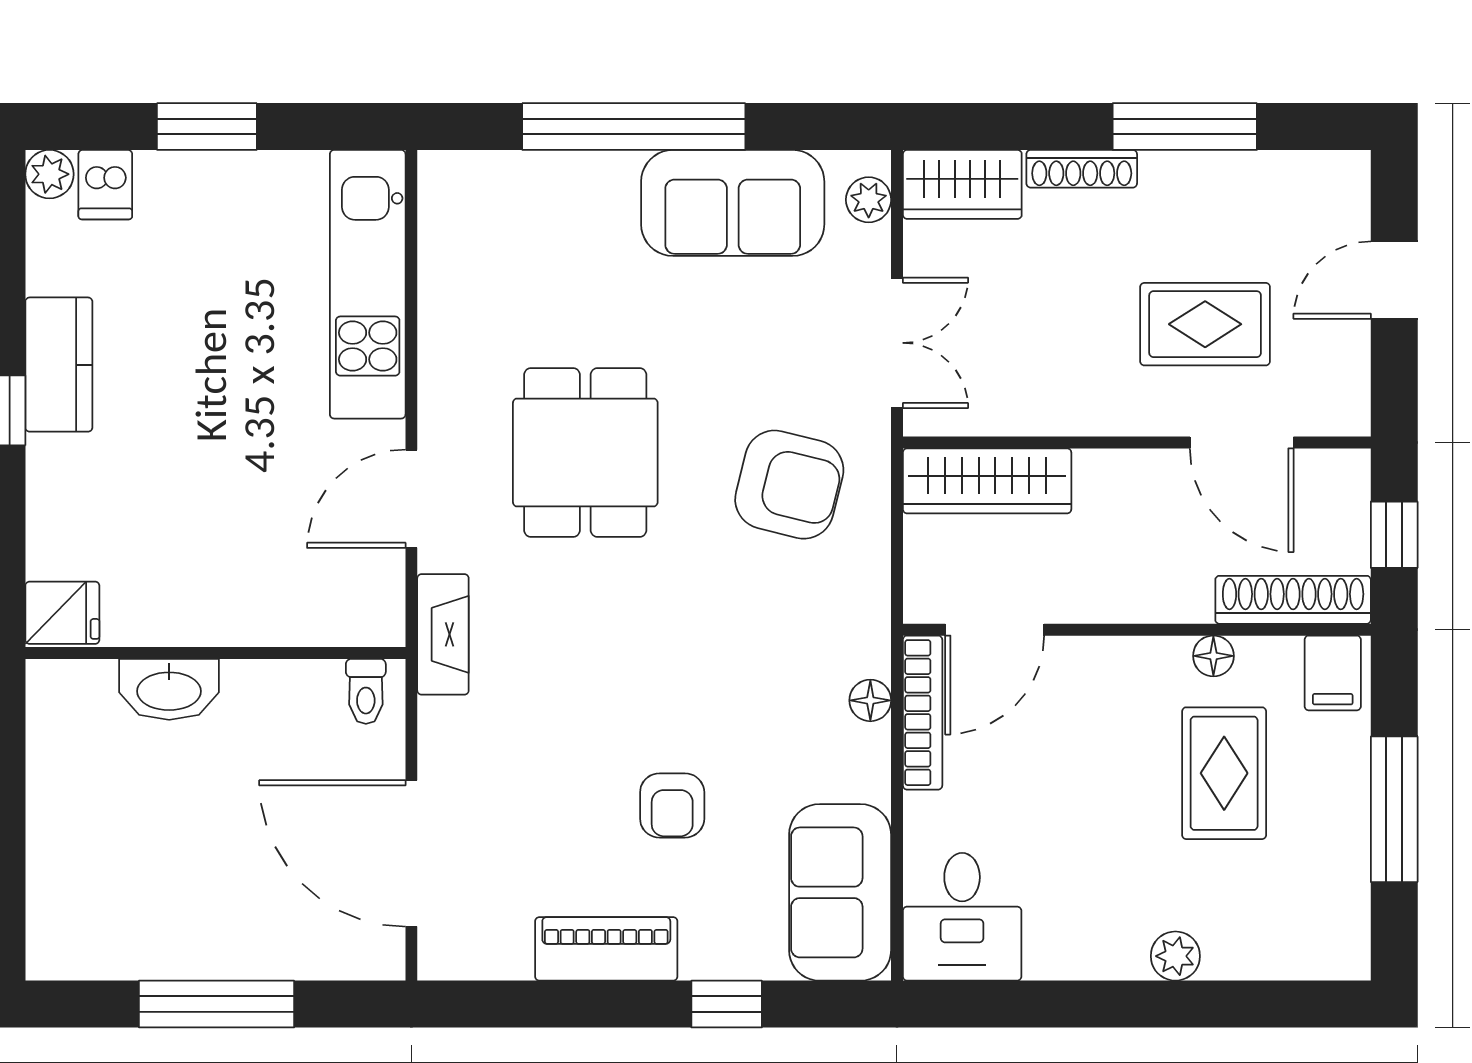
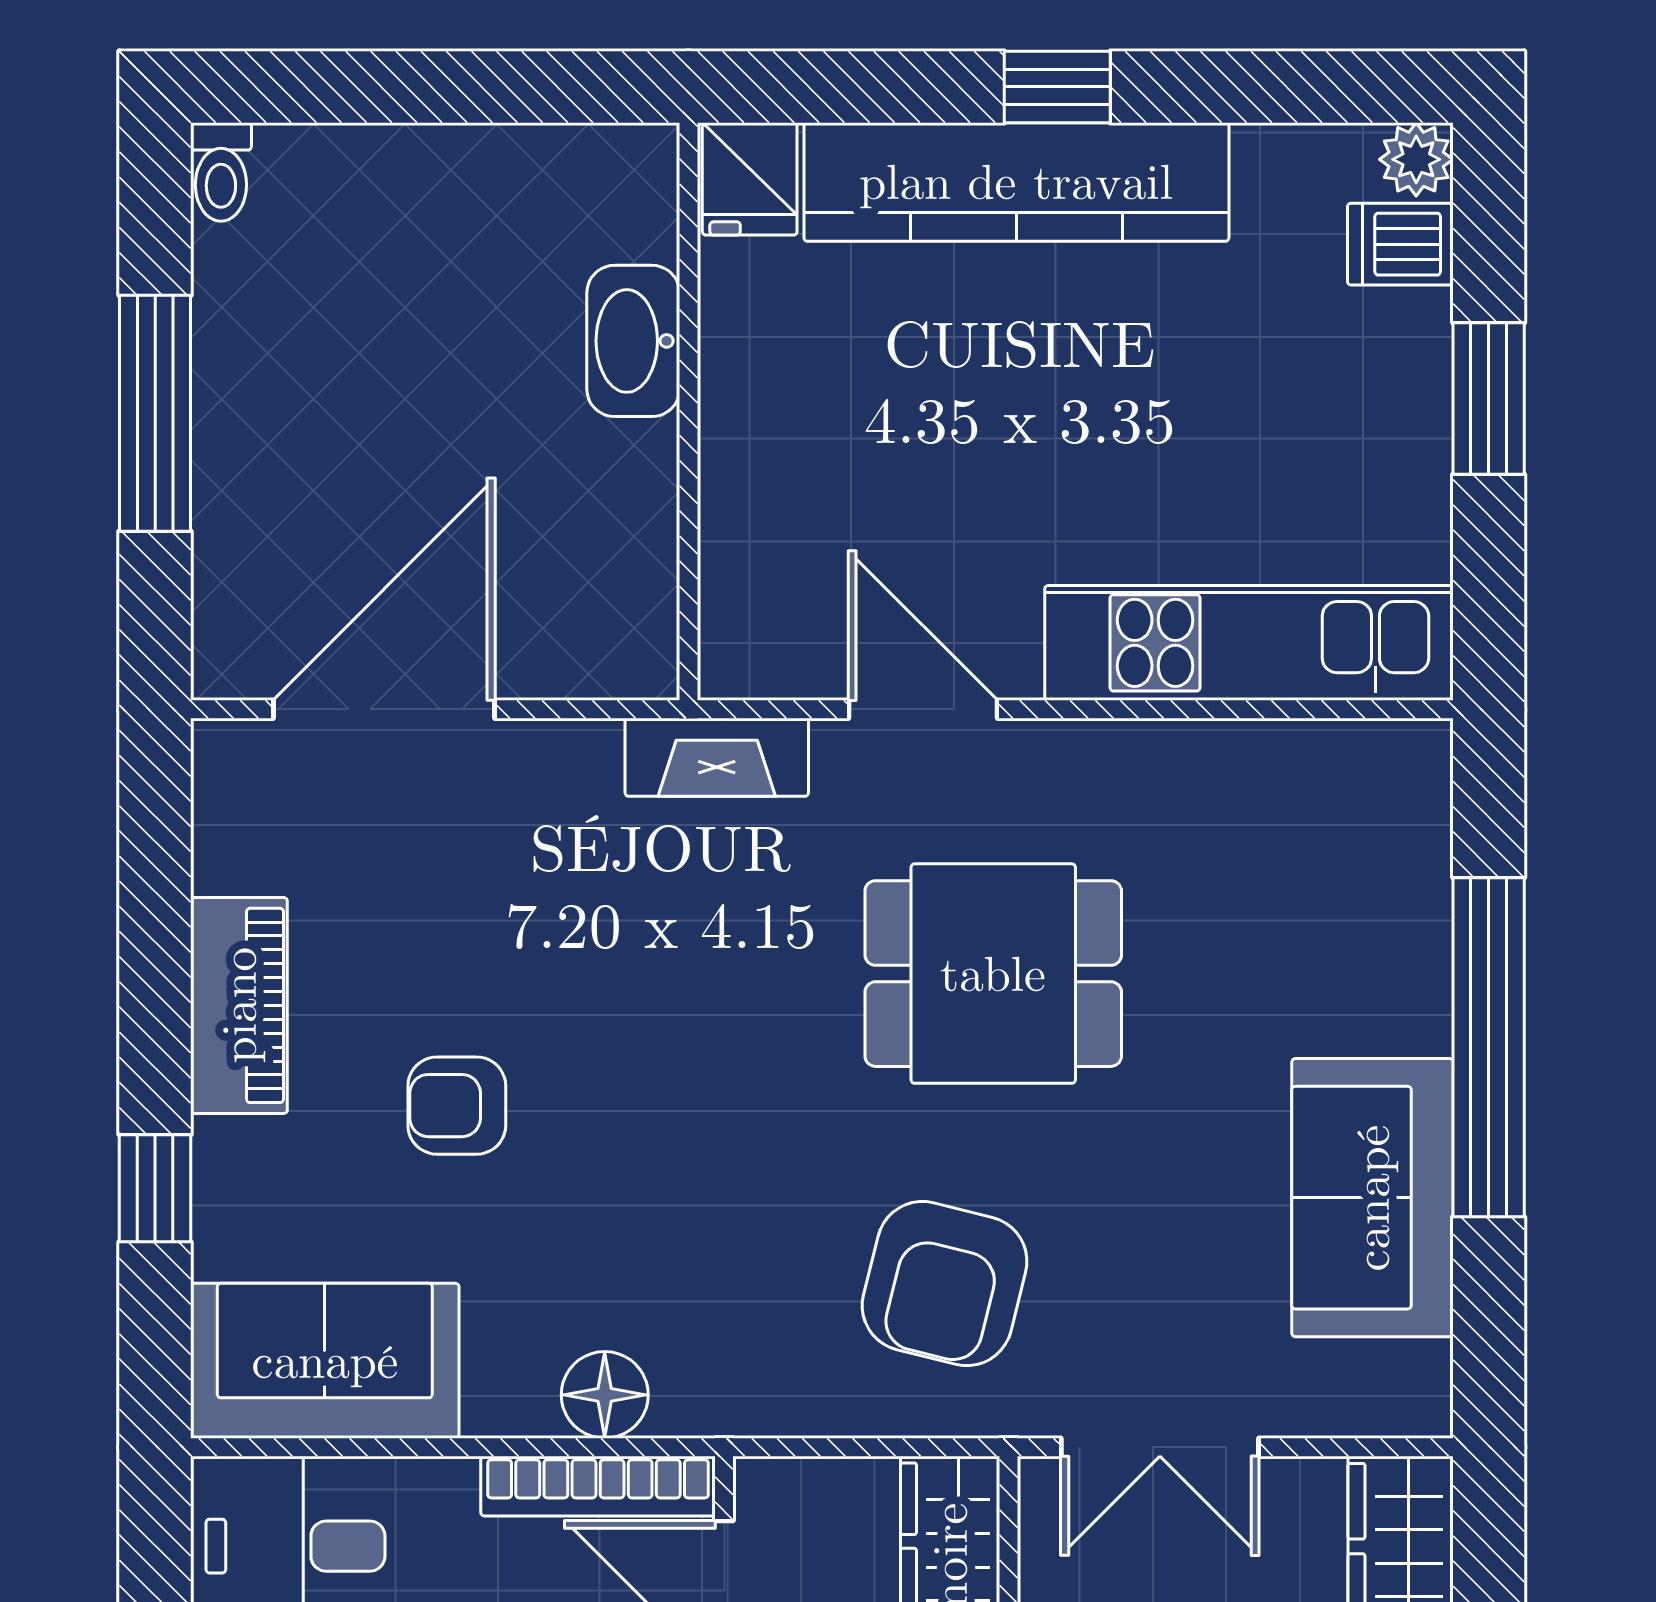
plant: (869, 200) -> (1377, 1404), removed
kitchen counter: (59, 365) -> (1016, 182), width x2.08, depth x1.17
toilet: (366, 691) -> (221, 172), moved, turned -90
floor lamp: (870, 700) -> (605, 1395), width x1.37, depth x1.37

